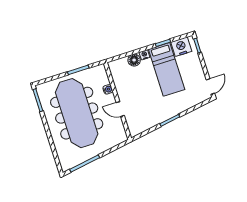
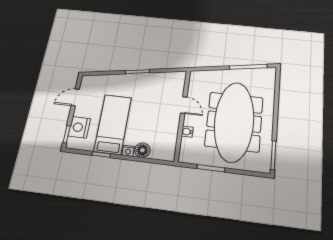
nightstand: (181, 47) -> (79, 127), moved, turned 90
door: (210, 87) -> (75, 97), moved

